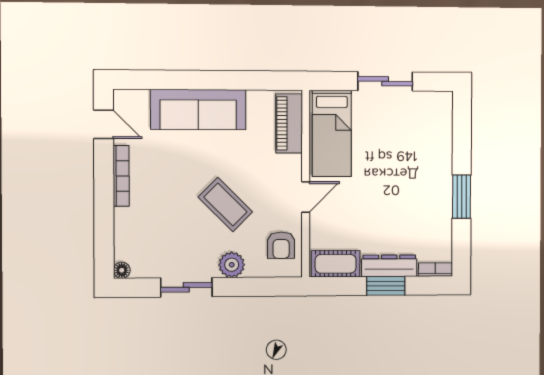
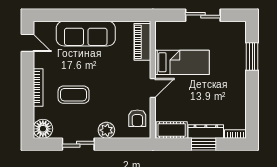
bed: (332, 134) -> (182, 62), moved, turned -90
bookcase: (121, 176) -> (38, 87), moved
window: (462, 197) -> (252, 57), moved
coffee table: (225, 205) -> (74, 95), moved, turned -45
floor lamp: (122, 270) -> (43, 129), width x1.89, depth x1.89

